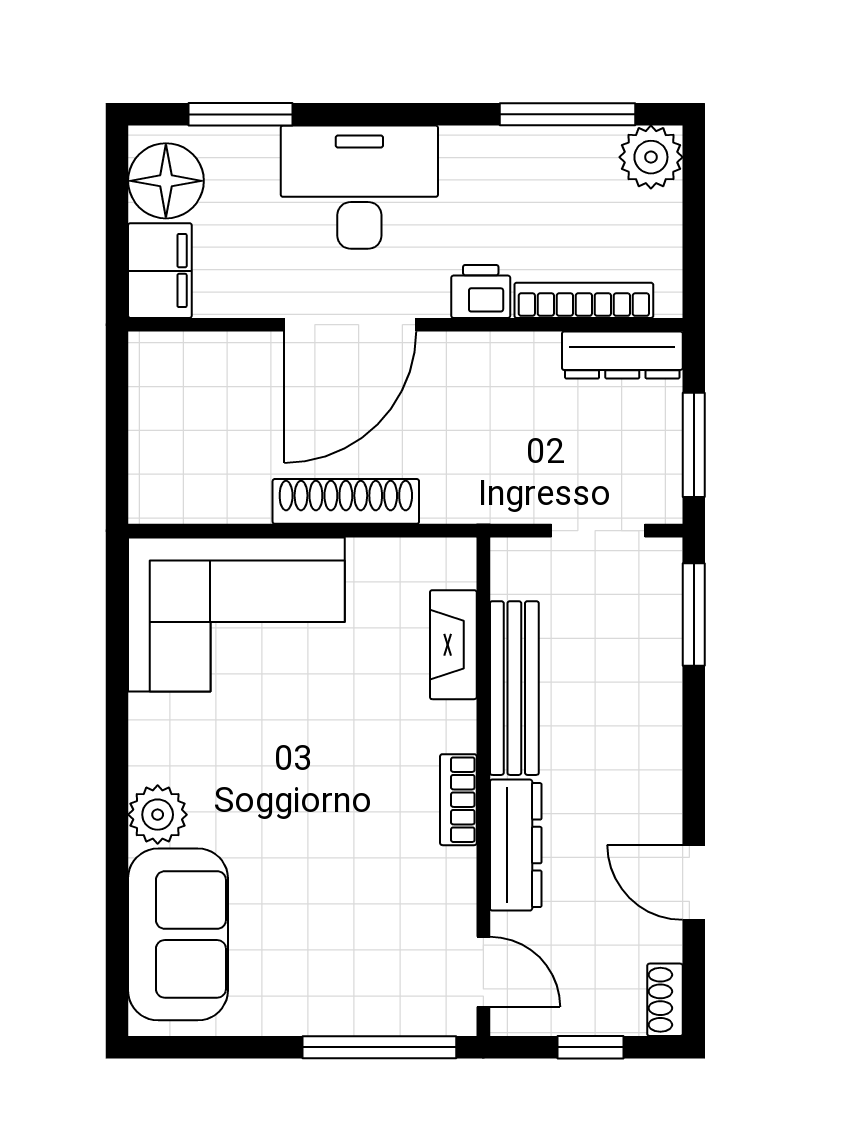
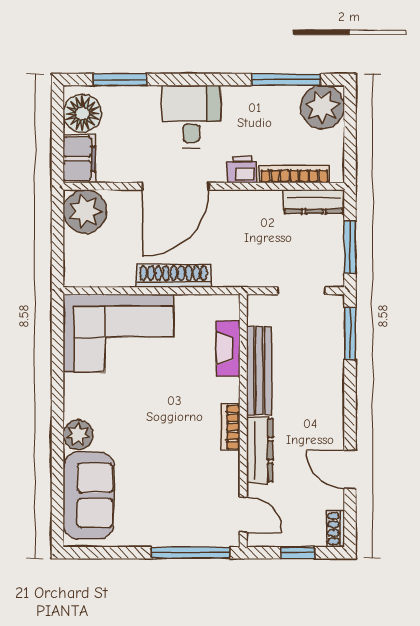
plant: (651, 157) -> (323, 107), width x1.36, depth x1.36
desk: (359, 187) -> (191, 116), width x0.73
plant: (171, 374) -> (85, 211), added

